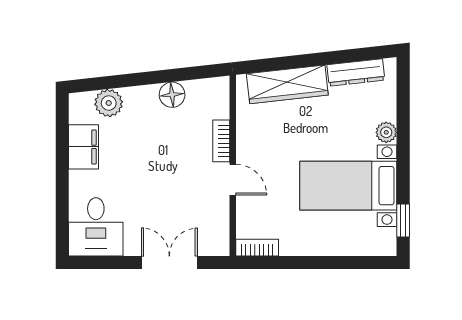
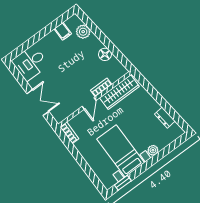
dresser: (356, 72) -> (165, 118), width x0.70
wardrobe: (287, 84) -> (119, 92), moved, turned -84
filing cabinet: (84, 147) -> (63, 31), width x0.50

